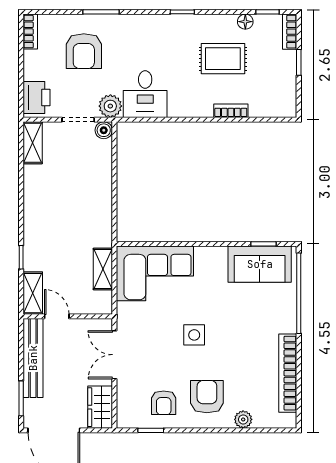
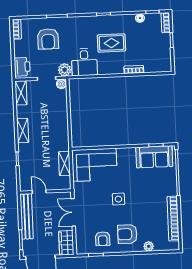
rug: (223, 59) -> (111, 43), moved
shelving: (33, 293) -> (23, 131), moved
armchair: (207, 397) -> (127, 234), turned -90

